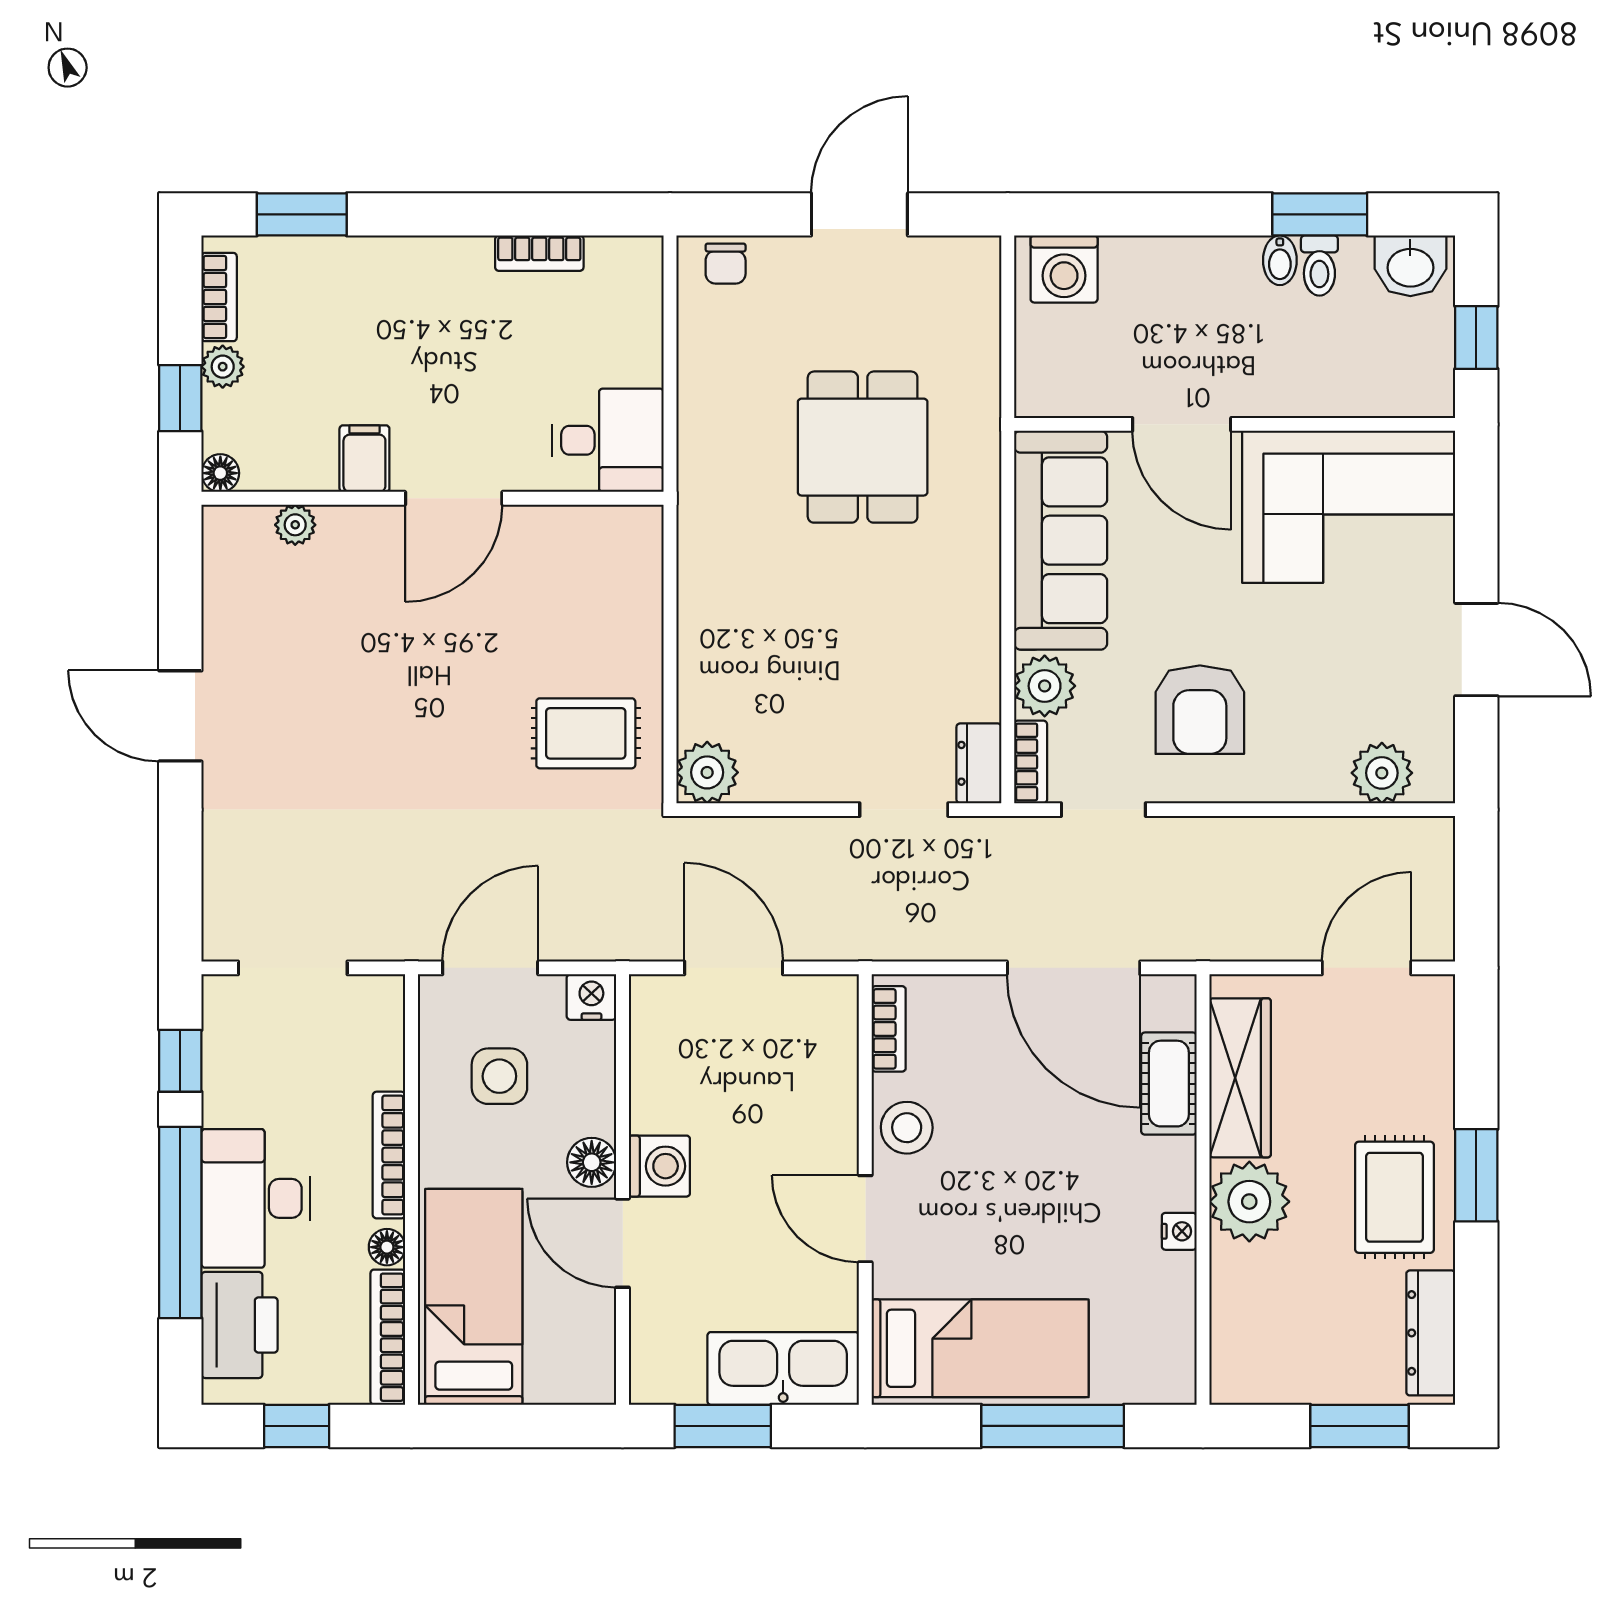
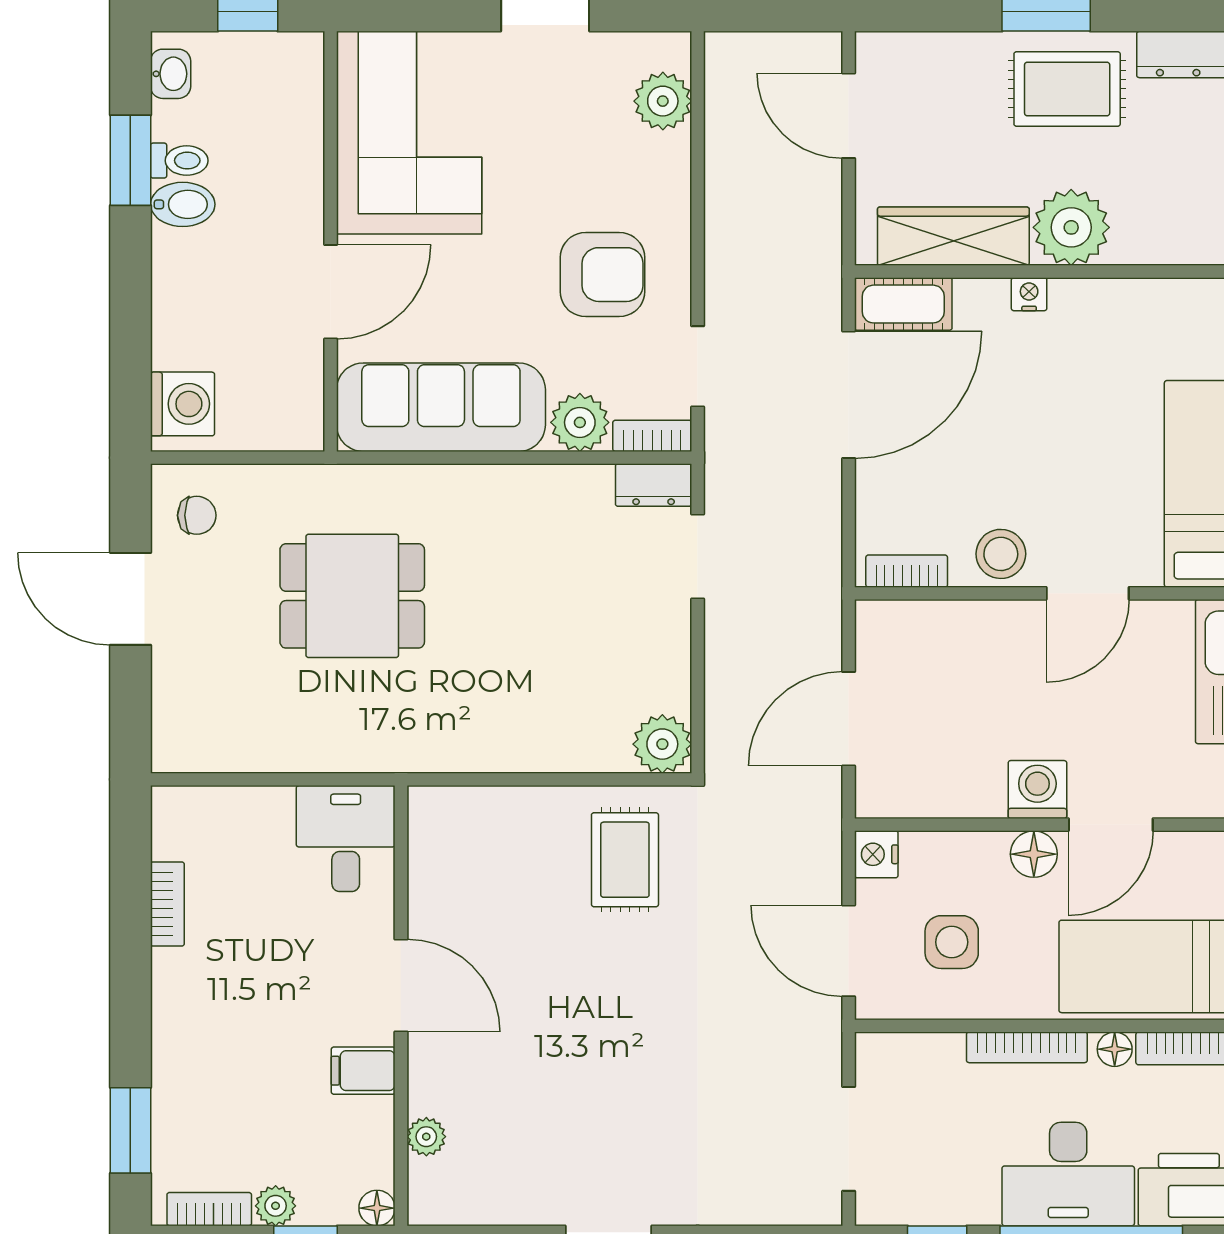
bidet: (1280, 260) -> (183, 204), width x1.38, depth x1.36
chair: (726, 264) -> (197, 515), moved
washbasin: (1410, 266) -> (171, 74), width x0.72, depth x0.69
cot: (1169, 1084) -> (903, 304), moved
nightstand: (1179, 1231) -> (1029, 294), moved

